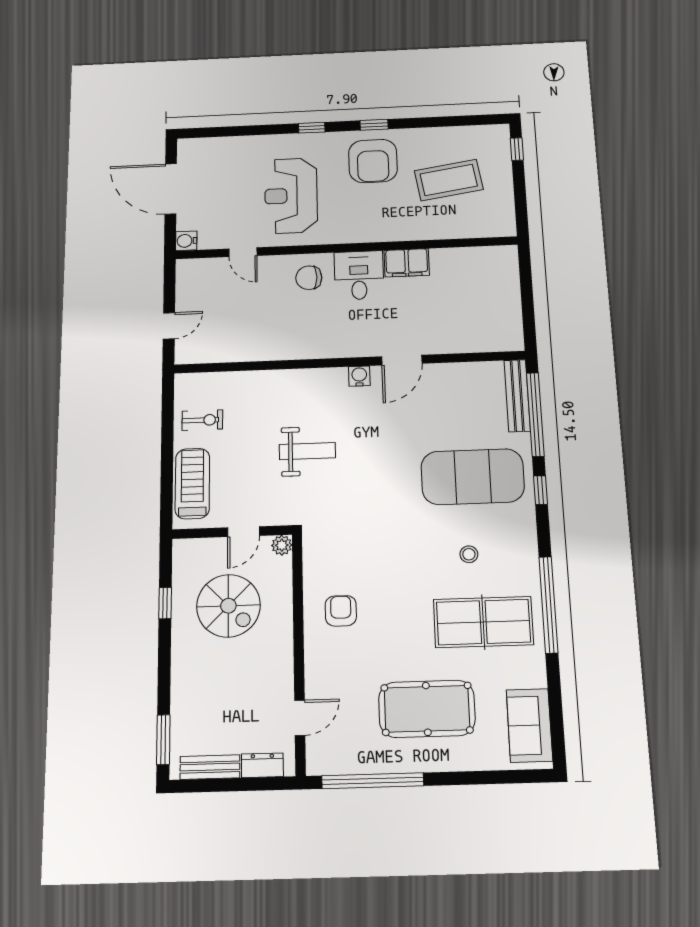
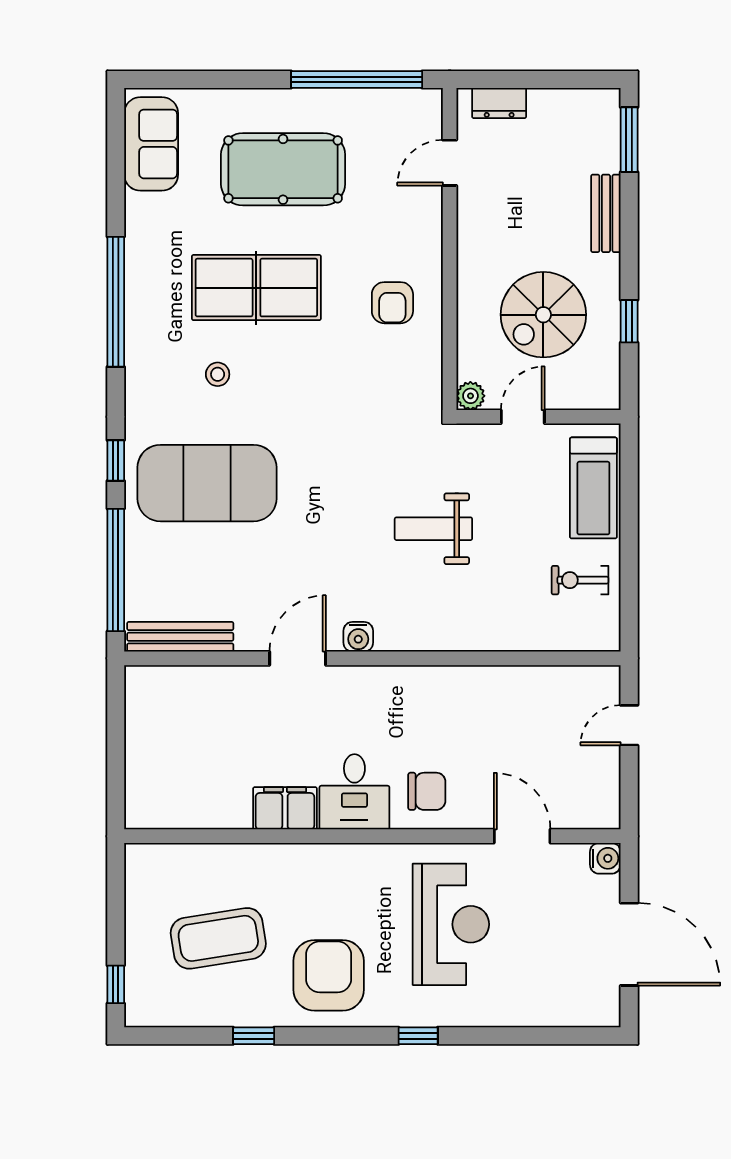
window: (374, 125) -> (254, 1036), moved
door: (243, 252) -> (522, 836), width x1.38
bench: (517, 396) -> (180, 637), moved, turned 90
spiral stairs: (228, 606) -> (543, 315), turned -90
table tennis table: (483, 622) -> (256, 288), moved
bench: (210, 767) -> (606, 213), moved, turned 90

